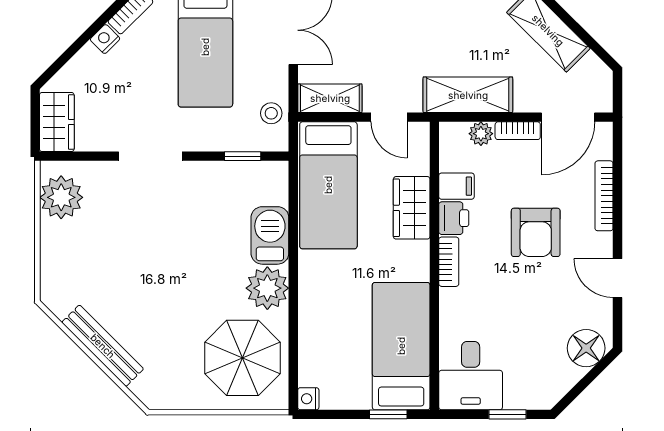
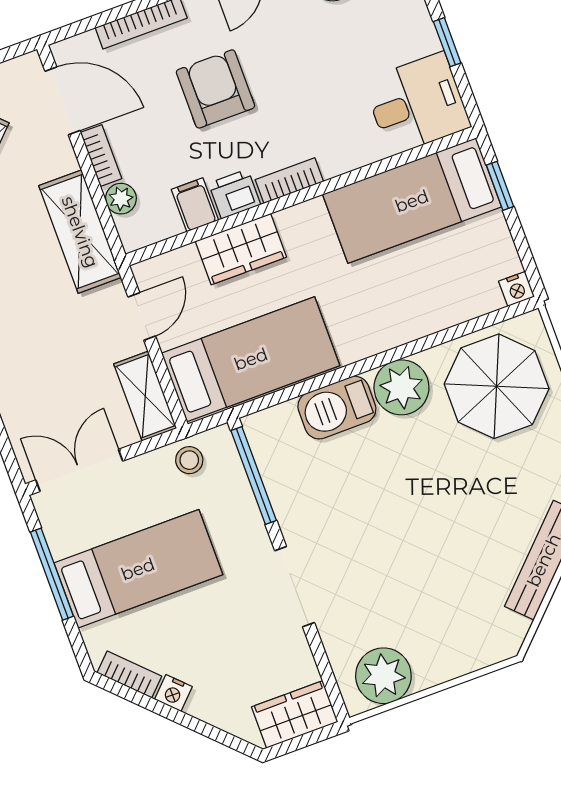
window: (243, 156) -> (254, 476), width x2.17
armchair: (536, 232) -> (215, 89), turned -90

